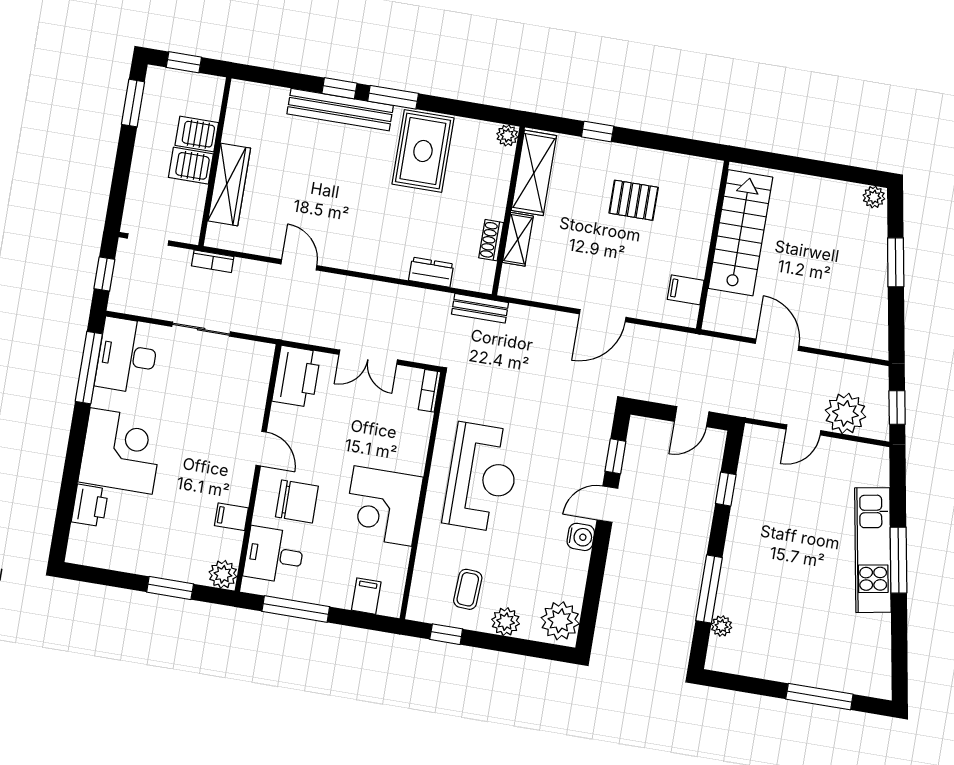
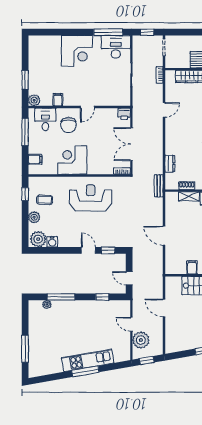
filing cabinet: (686, 290) -> (192, 267), moved
door: (777, 345) -> (164, 308), swing flipped
double door: (368, 357) -> (131, 144), width x1.37
printer: (296, 377) -> (124, 114), width x0.53, depth x0.68
reception desk: (482, 477) -> (91, 198), turned 180
printer: (90, 505) -> (53, 42), removed
water cooler: (581, 537) -> (52, 242), moved

